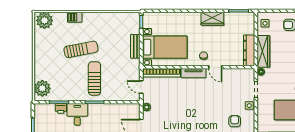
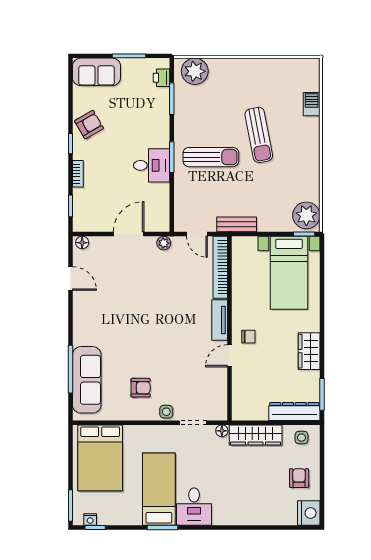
barbecue: (75, 17) -> (312, 104), moved
plant: (44, 20) -> (306, 215), moved
bench: (135, 46) -> (237, 224), moved
bed with nightstands: (165, 47) -> (289, 273), moved
dresser: (249, 50) -> (294, 412), moved
door: (141, 87) -> (197, 234), swing flipped
printer: (61, 108) -> (162, 78), moved
desk: (77, 114) -> (152, 165), moved

